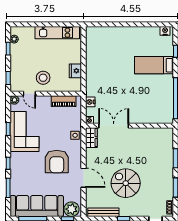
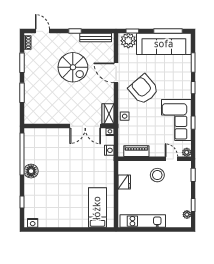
bed: (154, 65) -> (97, 208), moved, turned -90
floor lamp: (167, 82) -> (31, 171), added
armchair: (57, 162) -> (143, 89), turned -41

